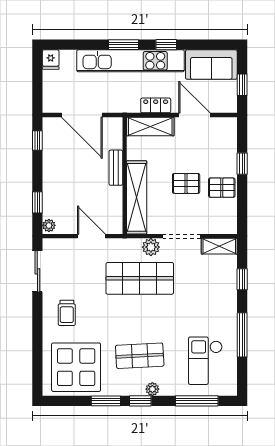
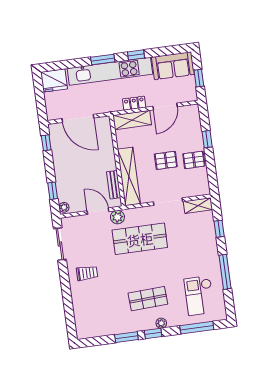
fridge: (51, 60) -> (54, 80), width x1.88, depth x1.34
door: (194, 115) -> (165, 107), swing flipped
bench: (116, 168) -> (114, 185), moved
plant: (151, 247) -> (117, 217), moved
trolley: (67, 313) -> (87, 273), turned -90
display table: (76, 367) -> (100, 314), removed

